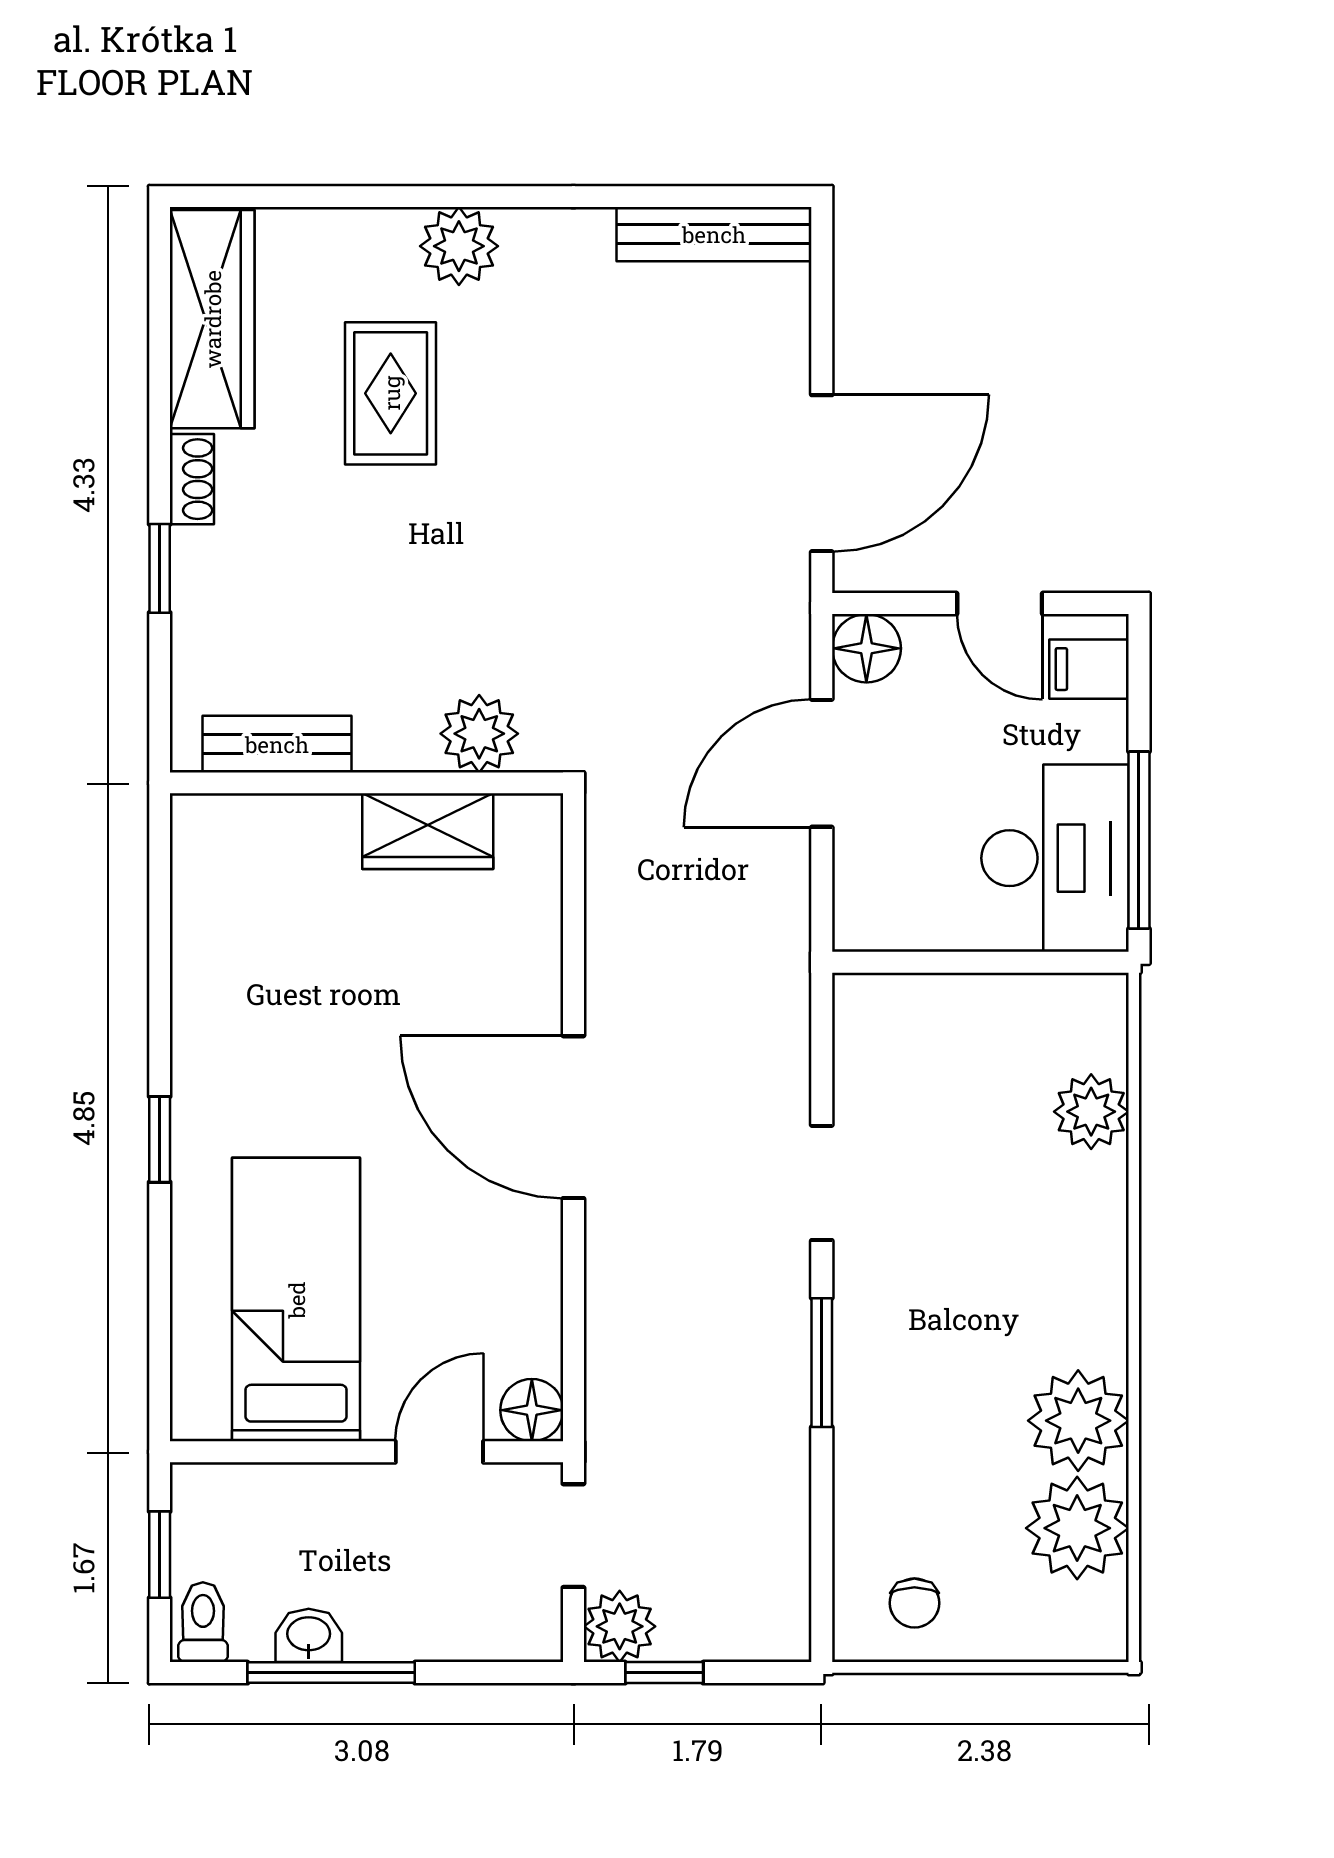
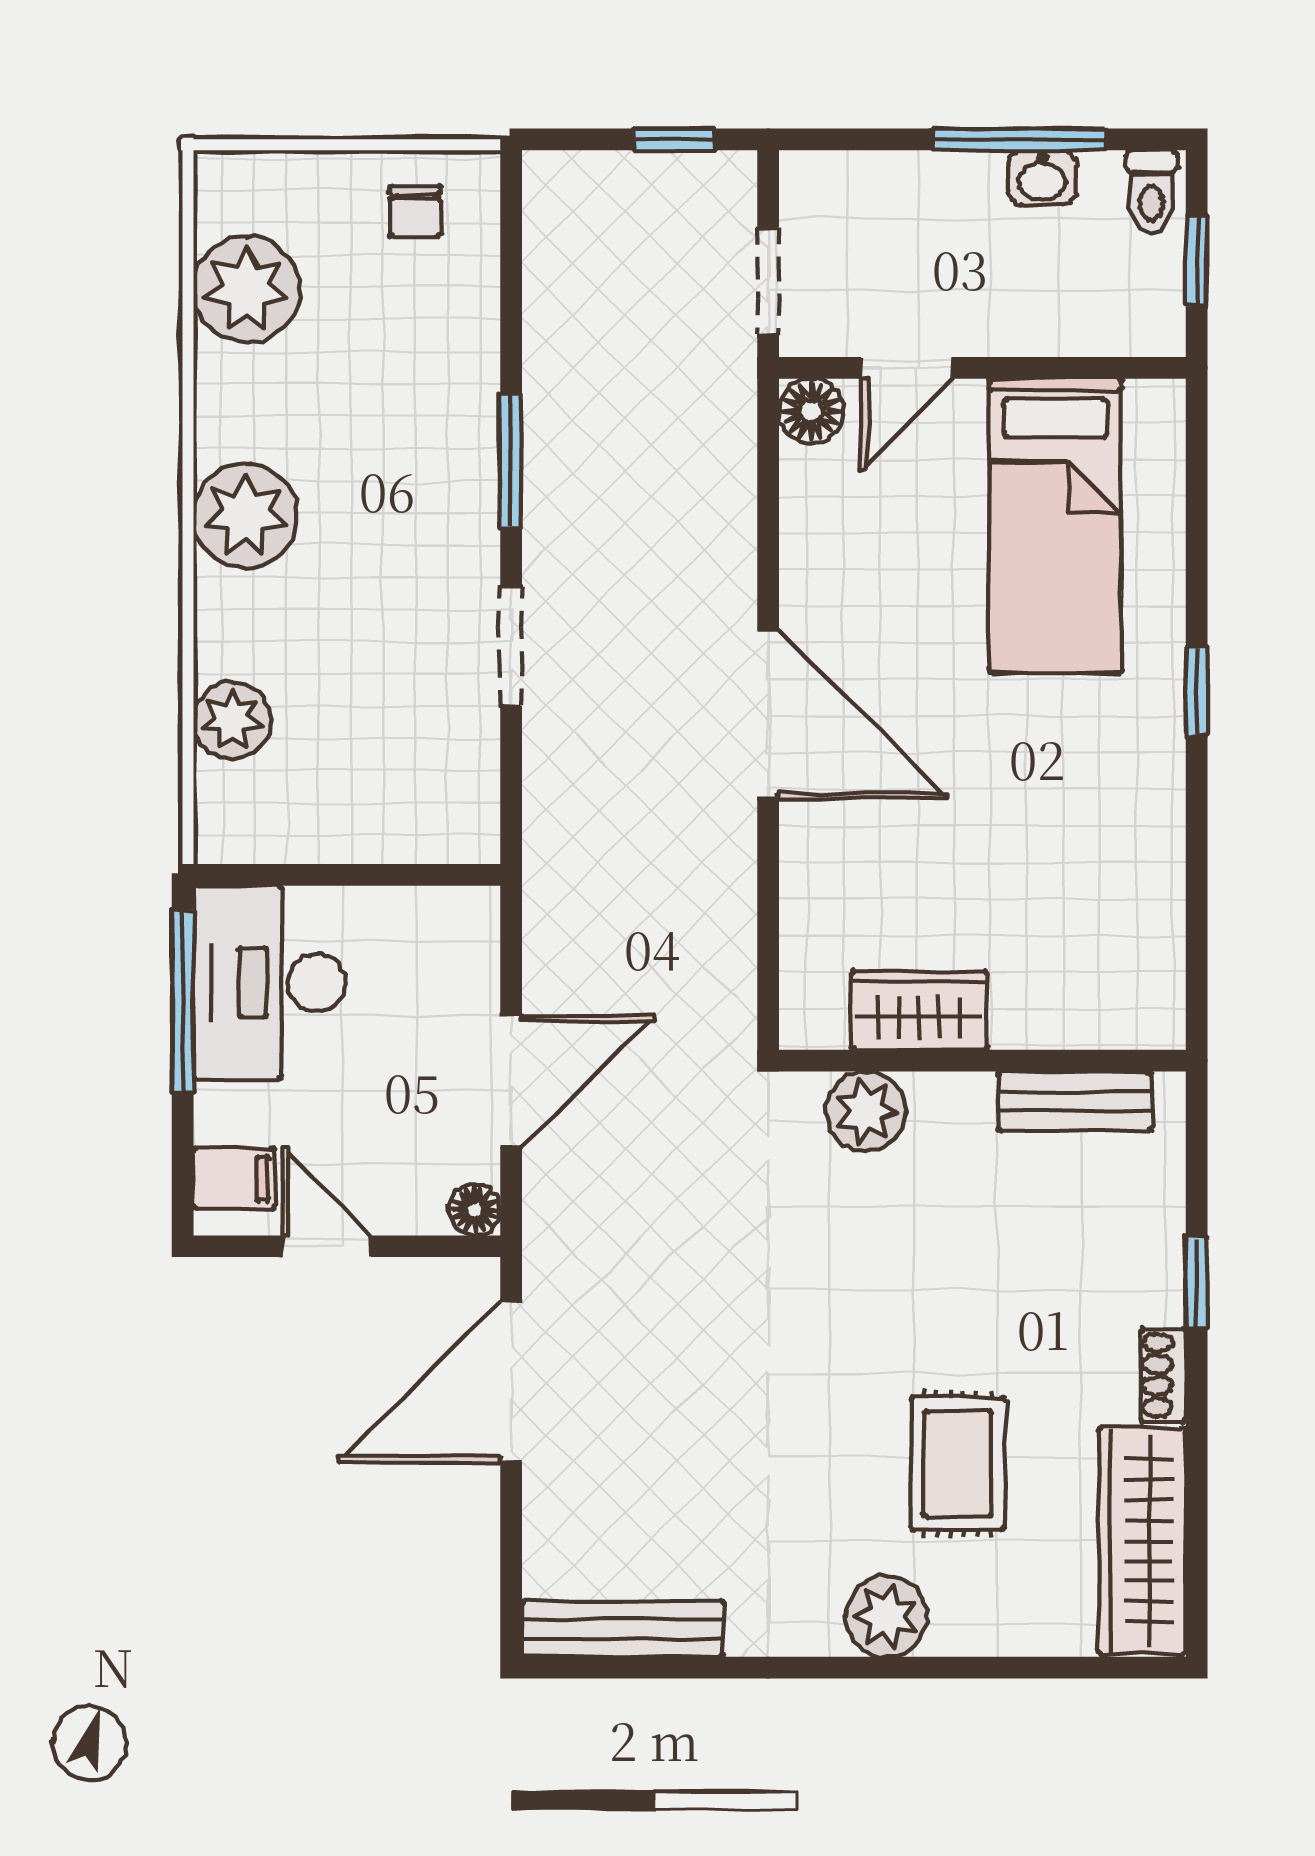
floor lamp: (866, 648) -> (474, 1210), width x0.73, depth x0.73
plant: (1078, 1421) -> (245, 516), moved
chair: (914, 1603) -> (415, 211), turned 180
plant: (620, 1626) -> (720, 187), removed

